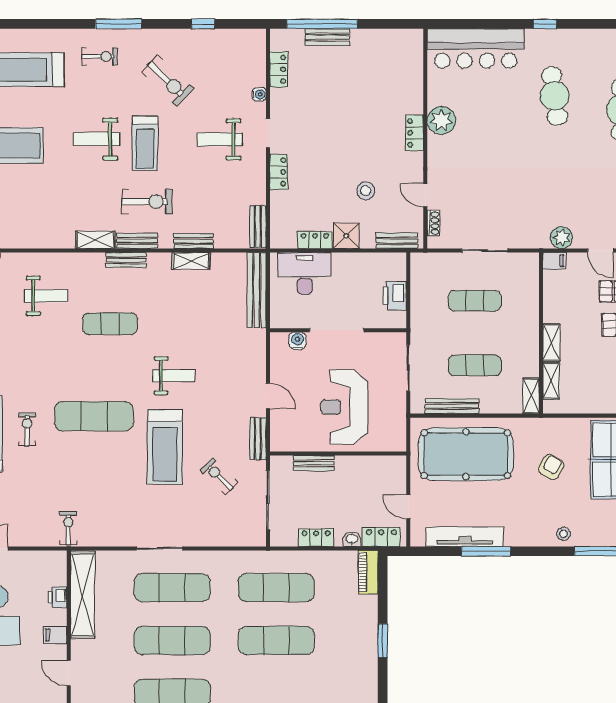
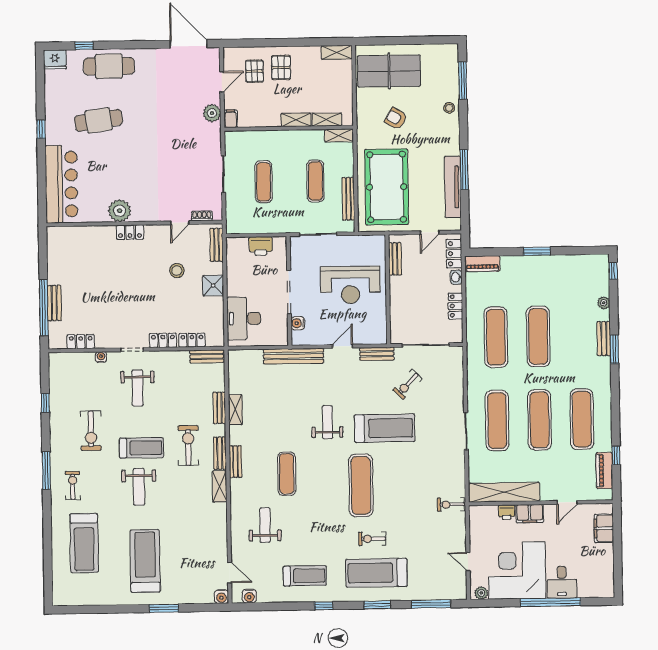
exercise bike: (167, 80) -> (91, 431), turned 136
locker: (315, 240) -> (192, 340), moved, turned 90
bench: (257, 290) -> (294, 356), moved
bench: (314, 463) -> (395, 259), moved
filing cabinet: (55, 635) -> (530, 514), width x2.00

